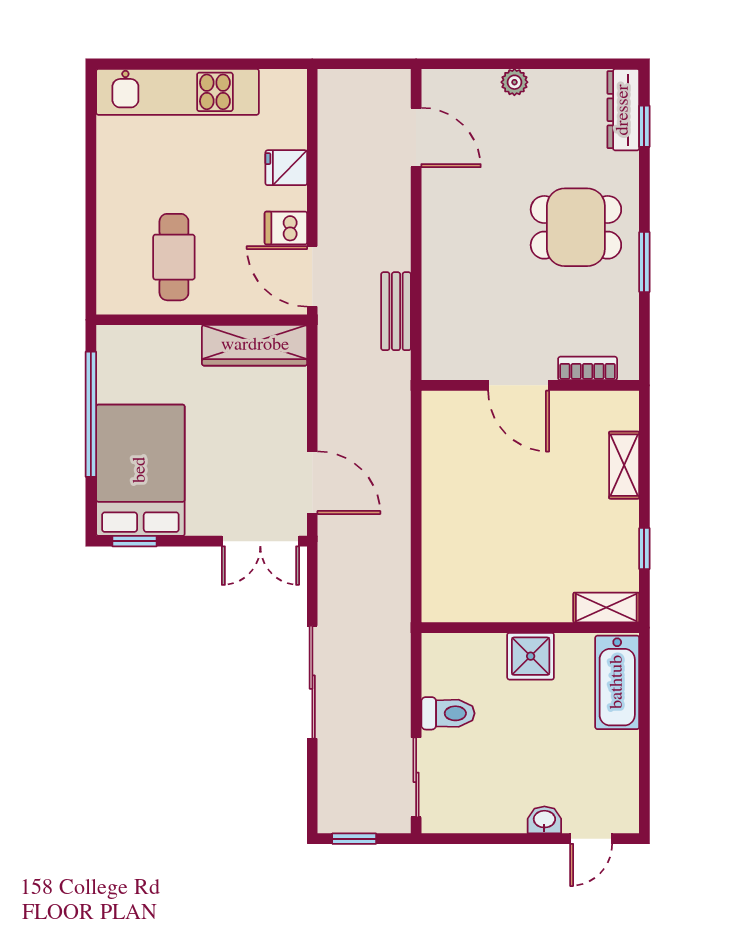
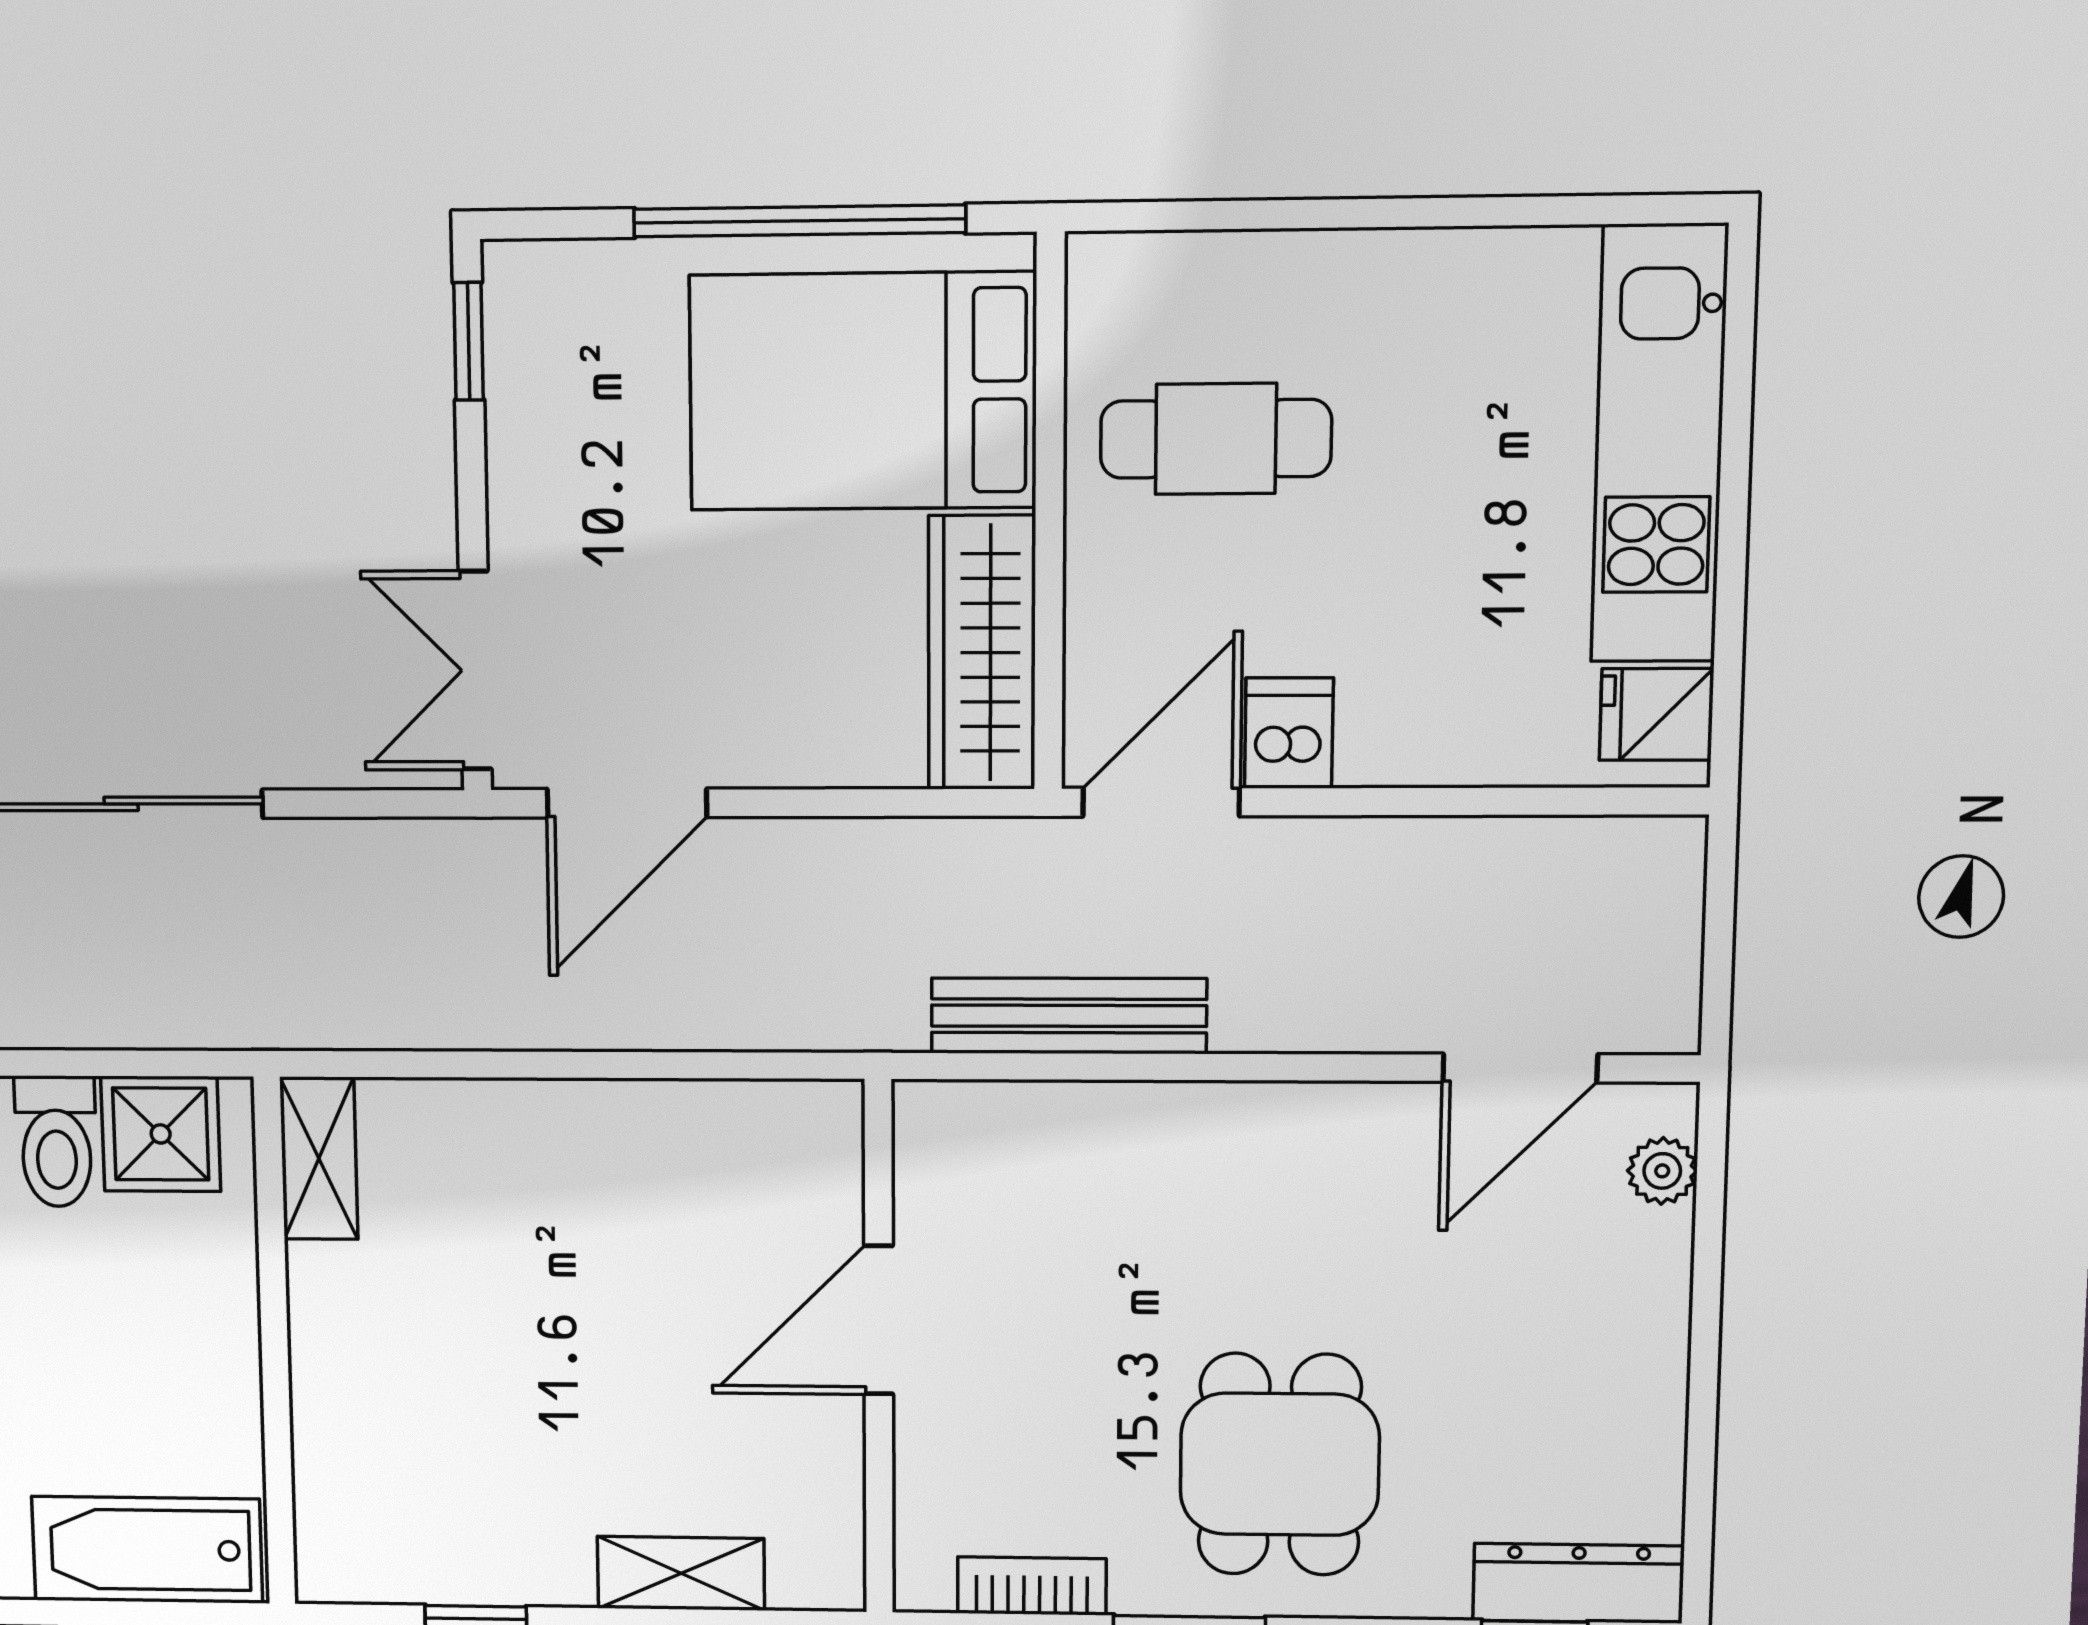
plant: (514, 82) -> (1662, 1171), moved
fridge: (286, 168) -> (1657, 714), moved, turned -90
bench: (396, 311) -> (1069, 1016), width x1.36
bookcase: (588, 368) -> (1032, 1586), moved, turned -90
bed: (140, 470) -> (863, 391), moved, turned 180
shelving: (606, 608) -> (319, 1158), moved
shower: (531, 656) -> (161, 1134), moved

